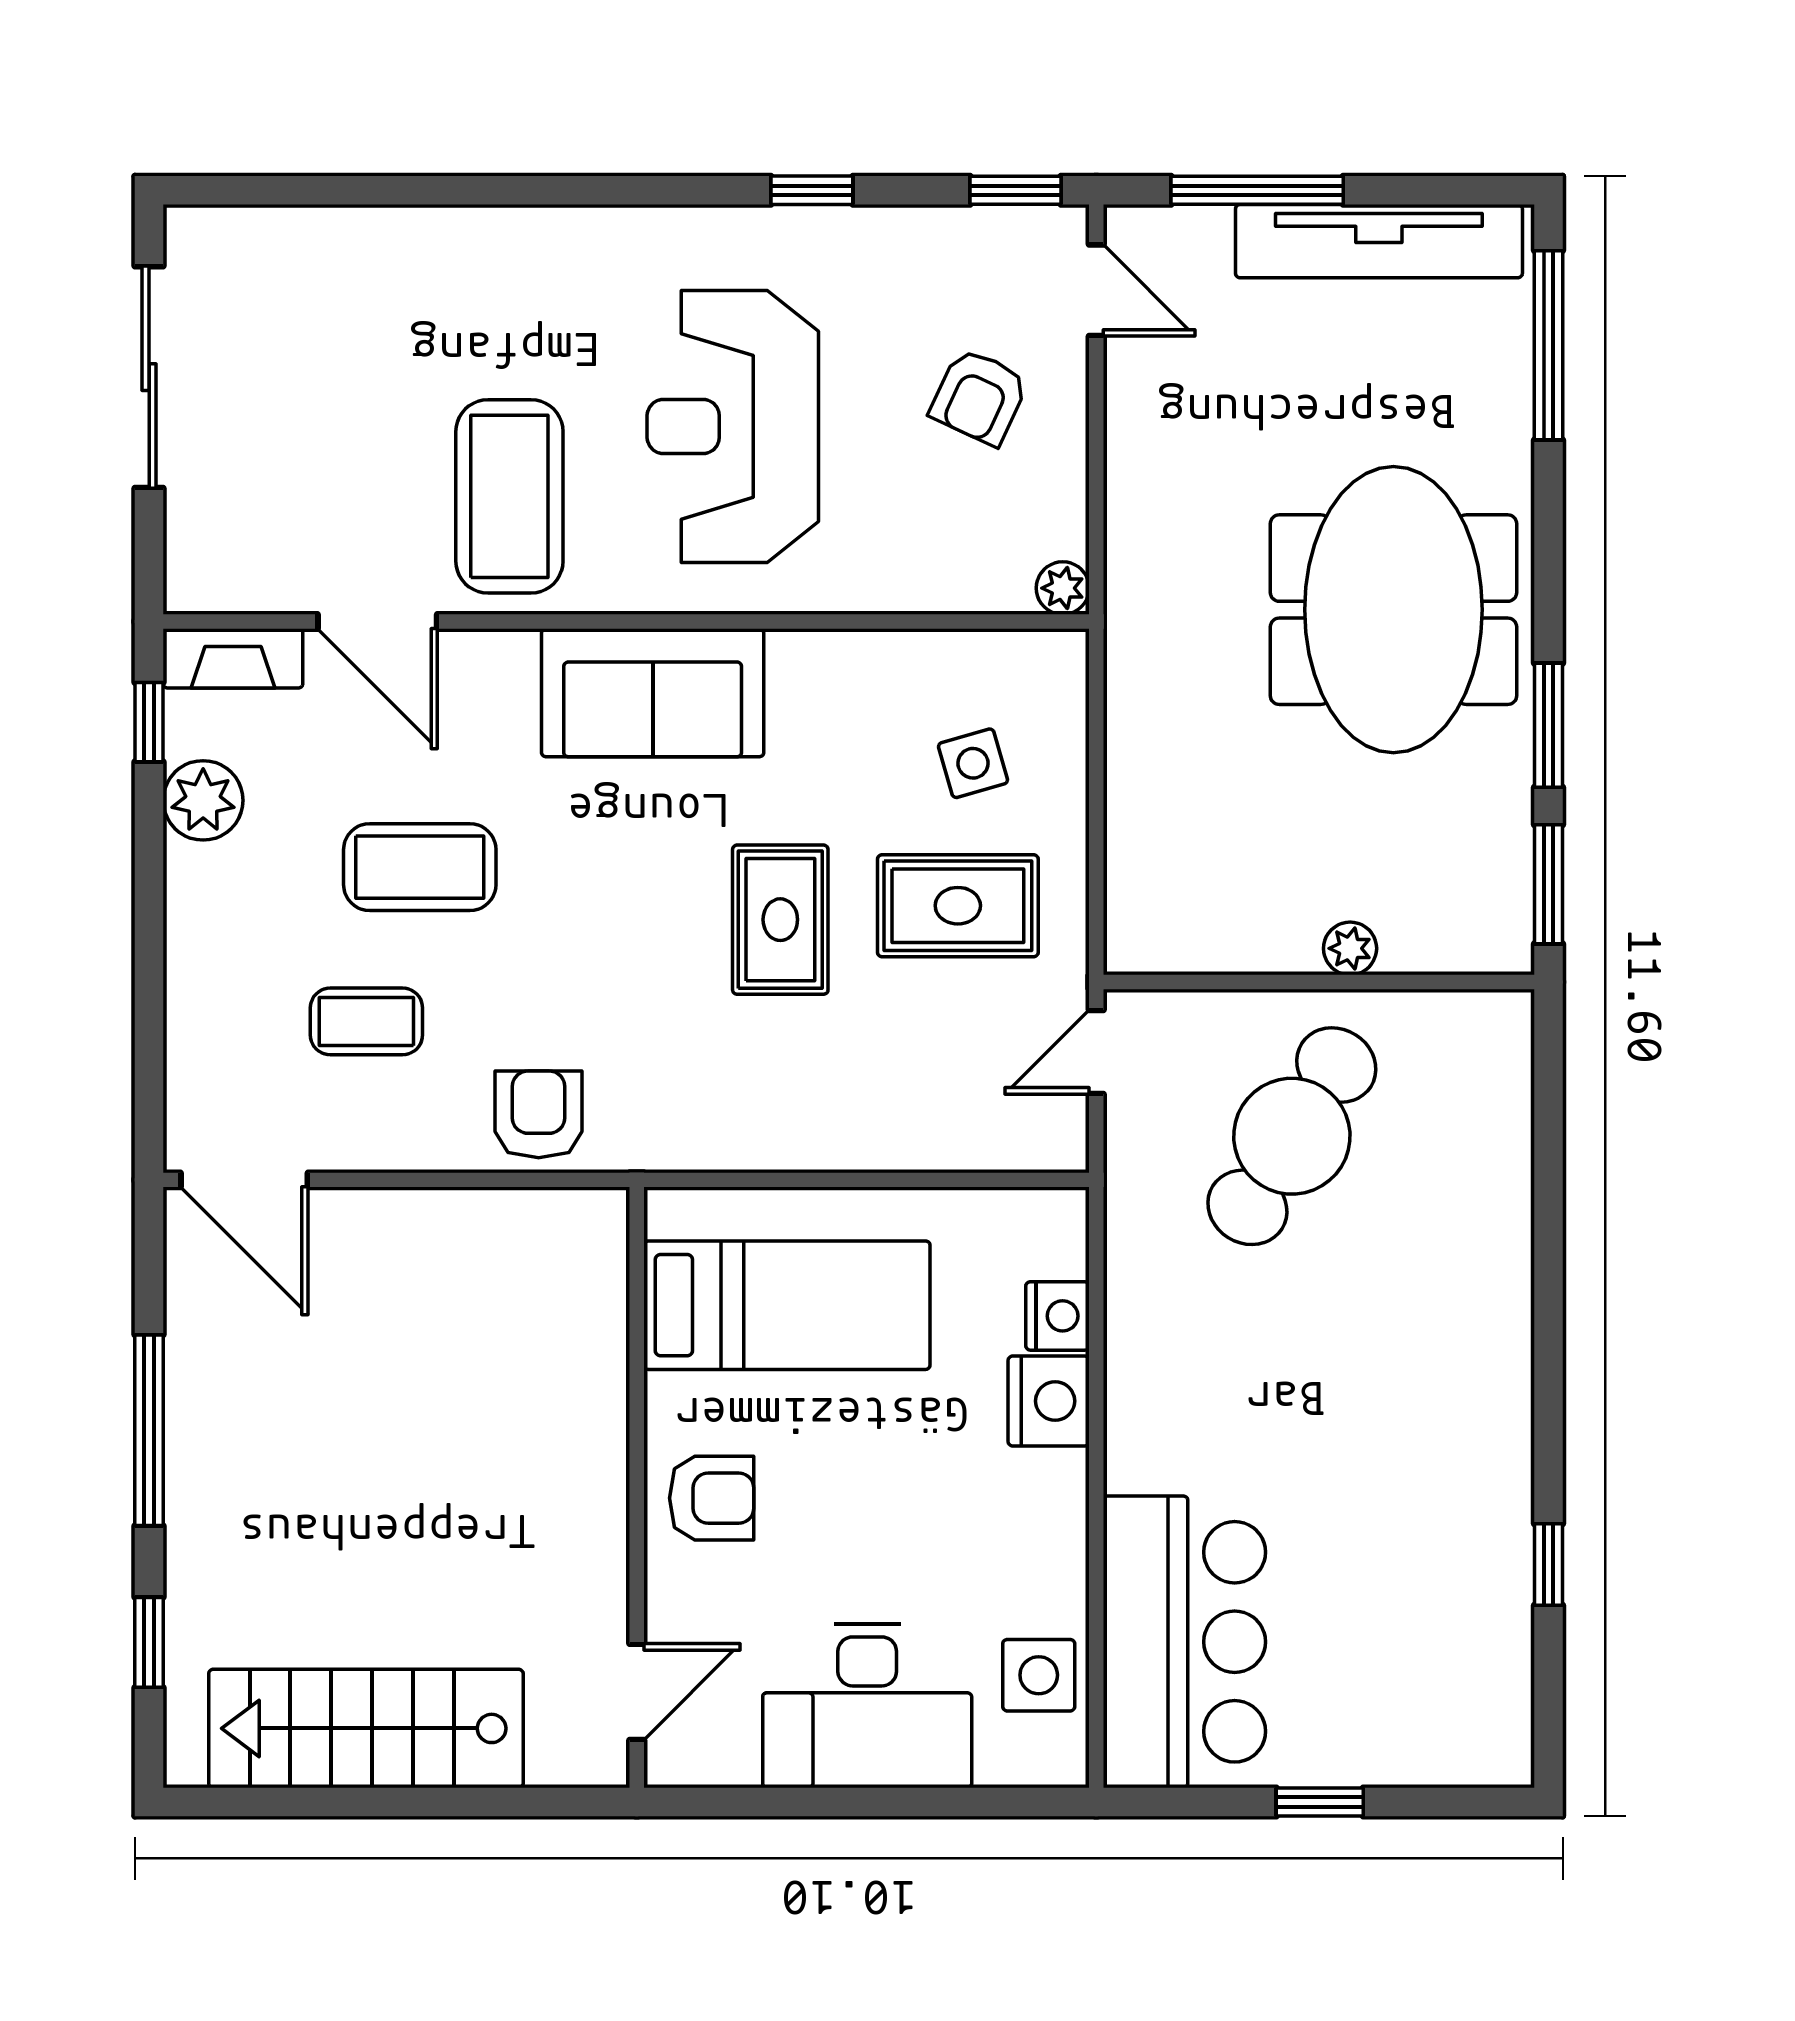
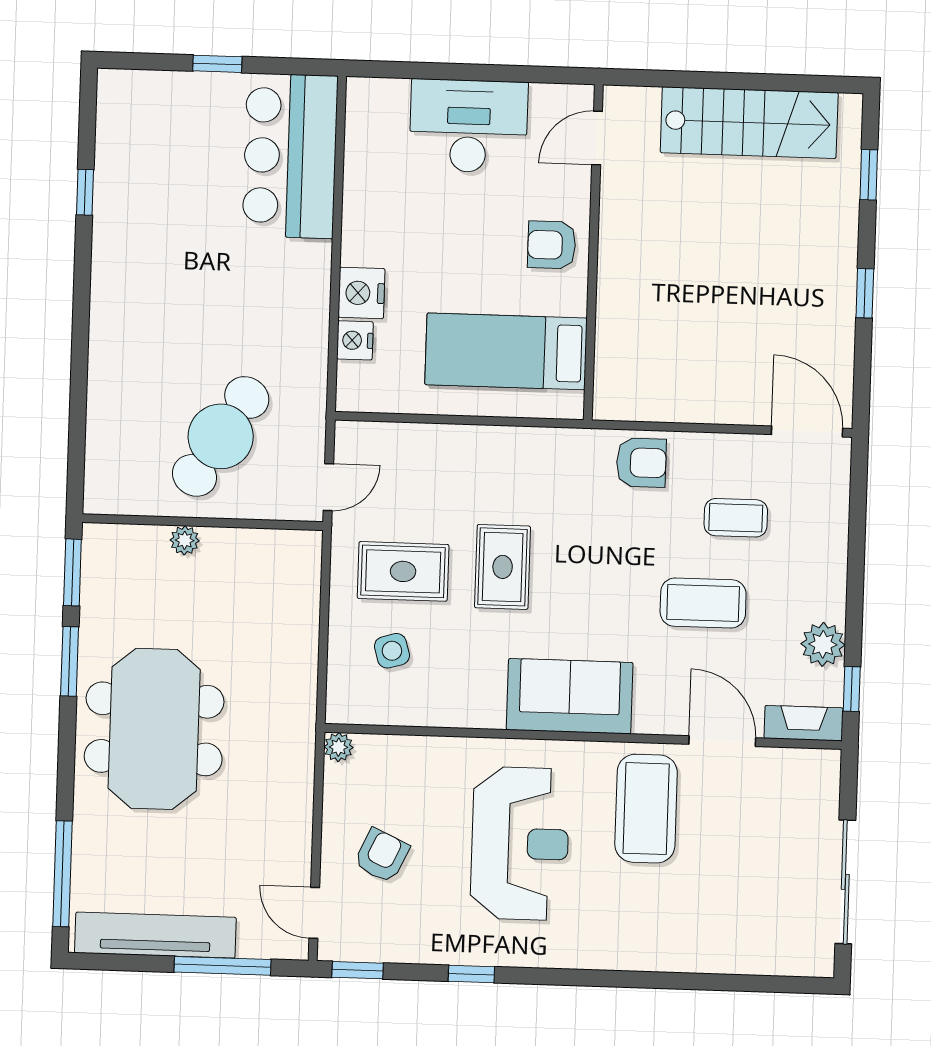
armchair: (539, 1114) -> (641, 463), turned -90
window: (149, 1430) -> (865, 293), width x0.46
side table: (1039, 1675) -> (372, 140), removed

